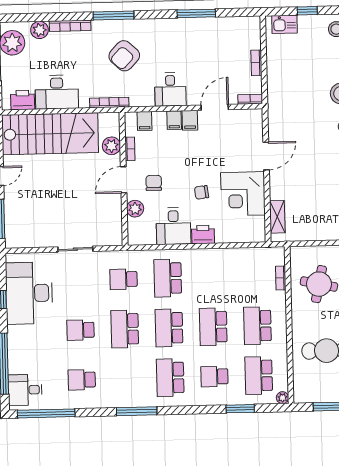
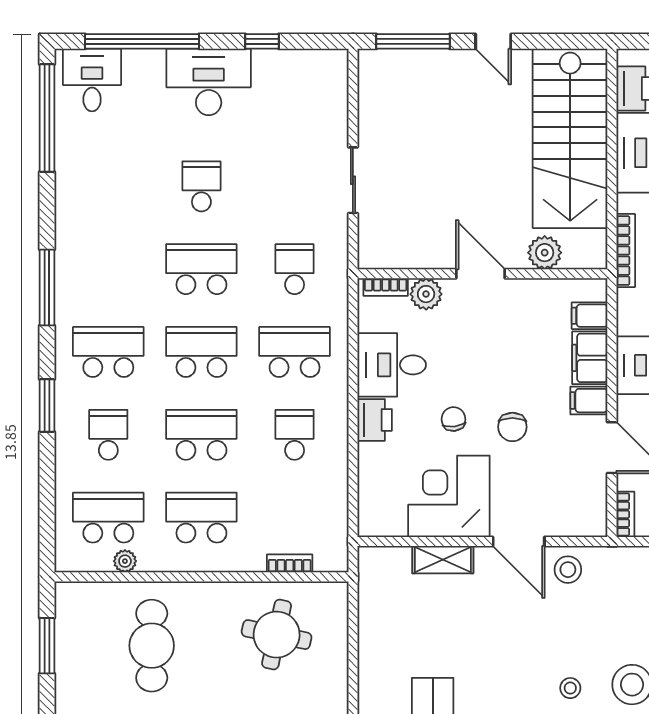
filing cabinet: (174, 120) -> (590, 358), width x2.00
stool: (280, 129) -> (568, 570), added
bookcase: (130, 149) -> (386, 287), moved
chair: (154, 183) -> (512, 427), moved, turned 90
shelving: (277, 217) -> (443, 560), moved
desk: (29, 293) -> (209, 82), moved, width x0.73, depth x0.77
school desk: (82, 380) -> (295, 435), moved
plant: (282, 398) -> (125, 561), moved
window: (240, 409) -> (47, 405), moved

